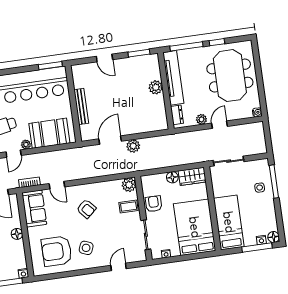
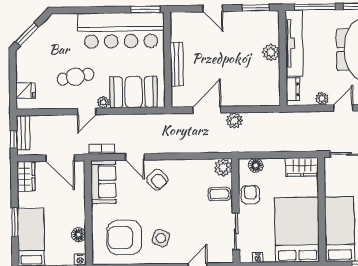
floor lamp: (172, 177) -> (256, 165), moved
armchair: (86, 209) -> (157, 180), moved
floor lamp: (17, 234) -> (79, 235), moved

